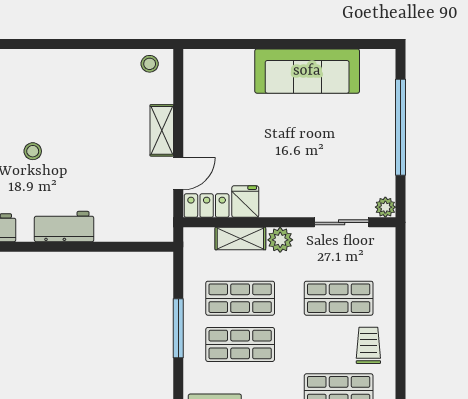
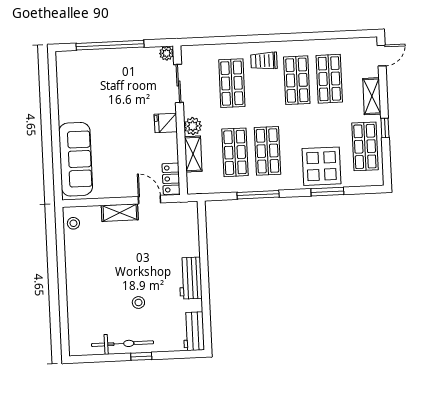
sofa: (307, 71) -> (76, 159), moved
fridge: (245, 202) -> (166, 123), moved

